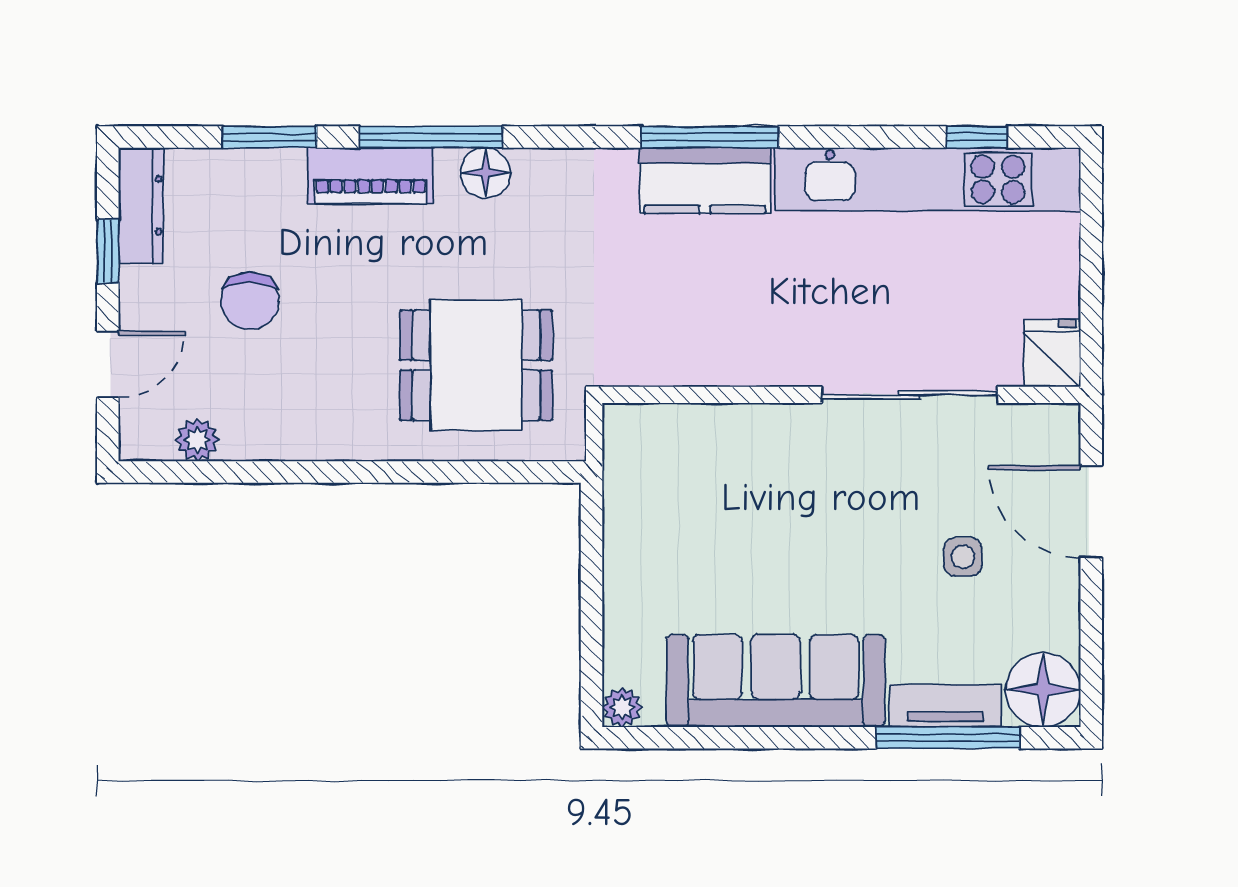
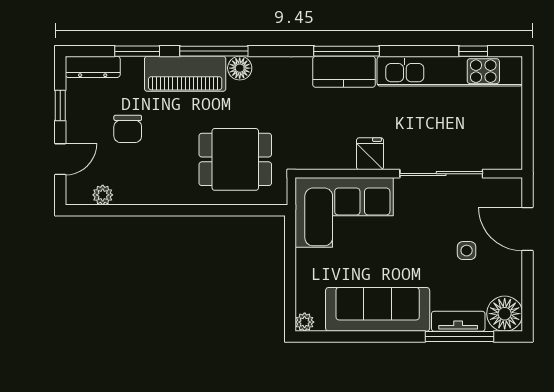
piano: (371, 176) -> (185, 74), width x1.37, depth x1.33
dresser: (141, 205) -> (93, 67), moved, turned 90
fridge: (1052, 353) -> (370, 154), moved
corner sofa: (705, 476) -> (344, 212), added

